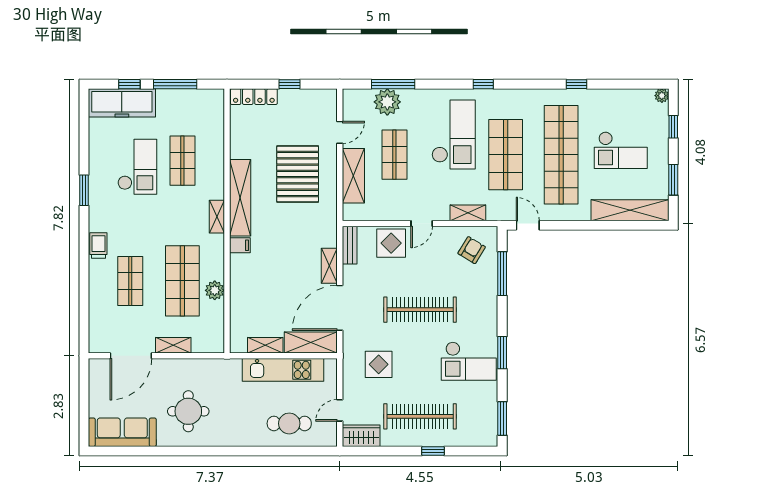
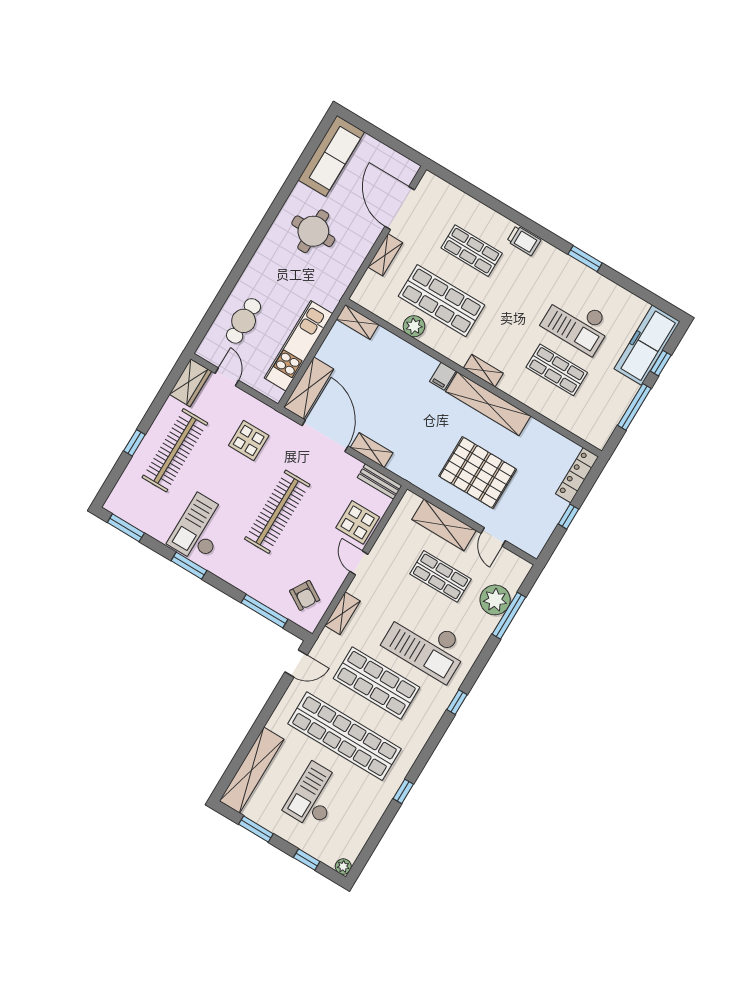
shelving: (265, 345) -> (358, 322), moved, turned 90

